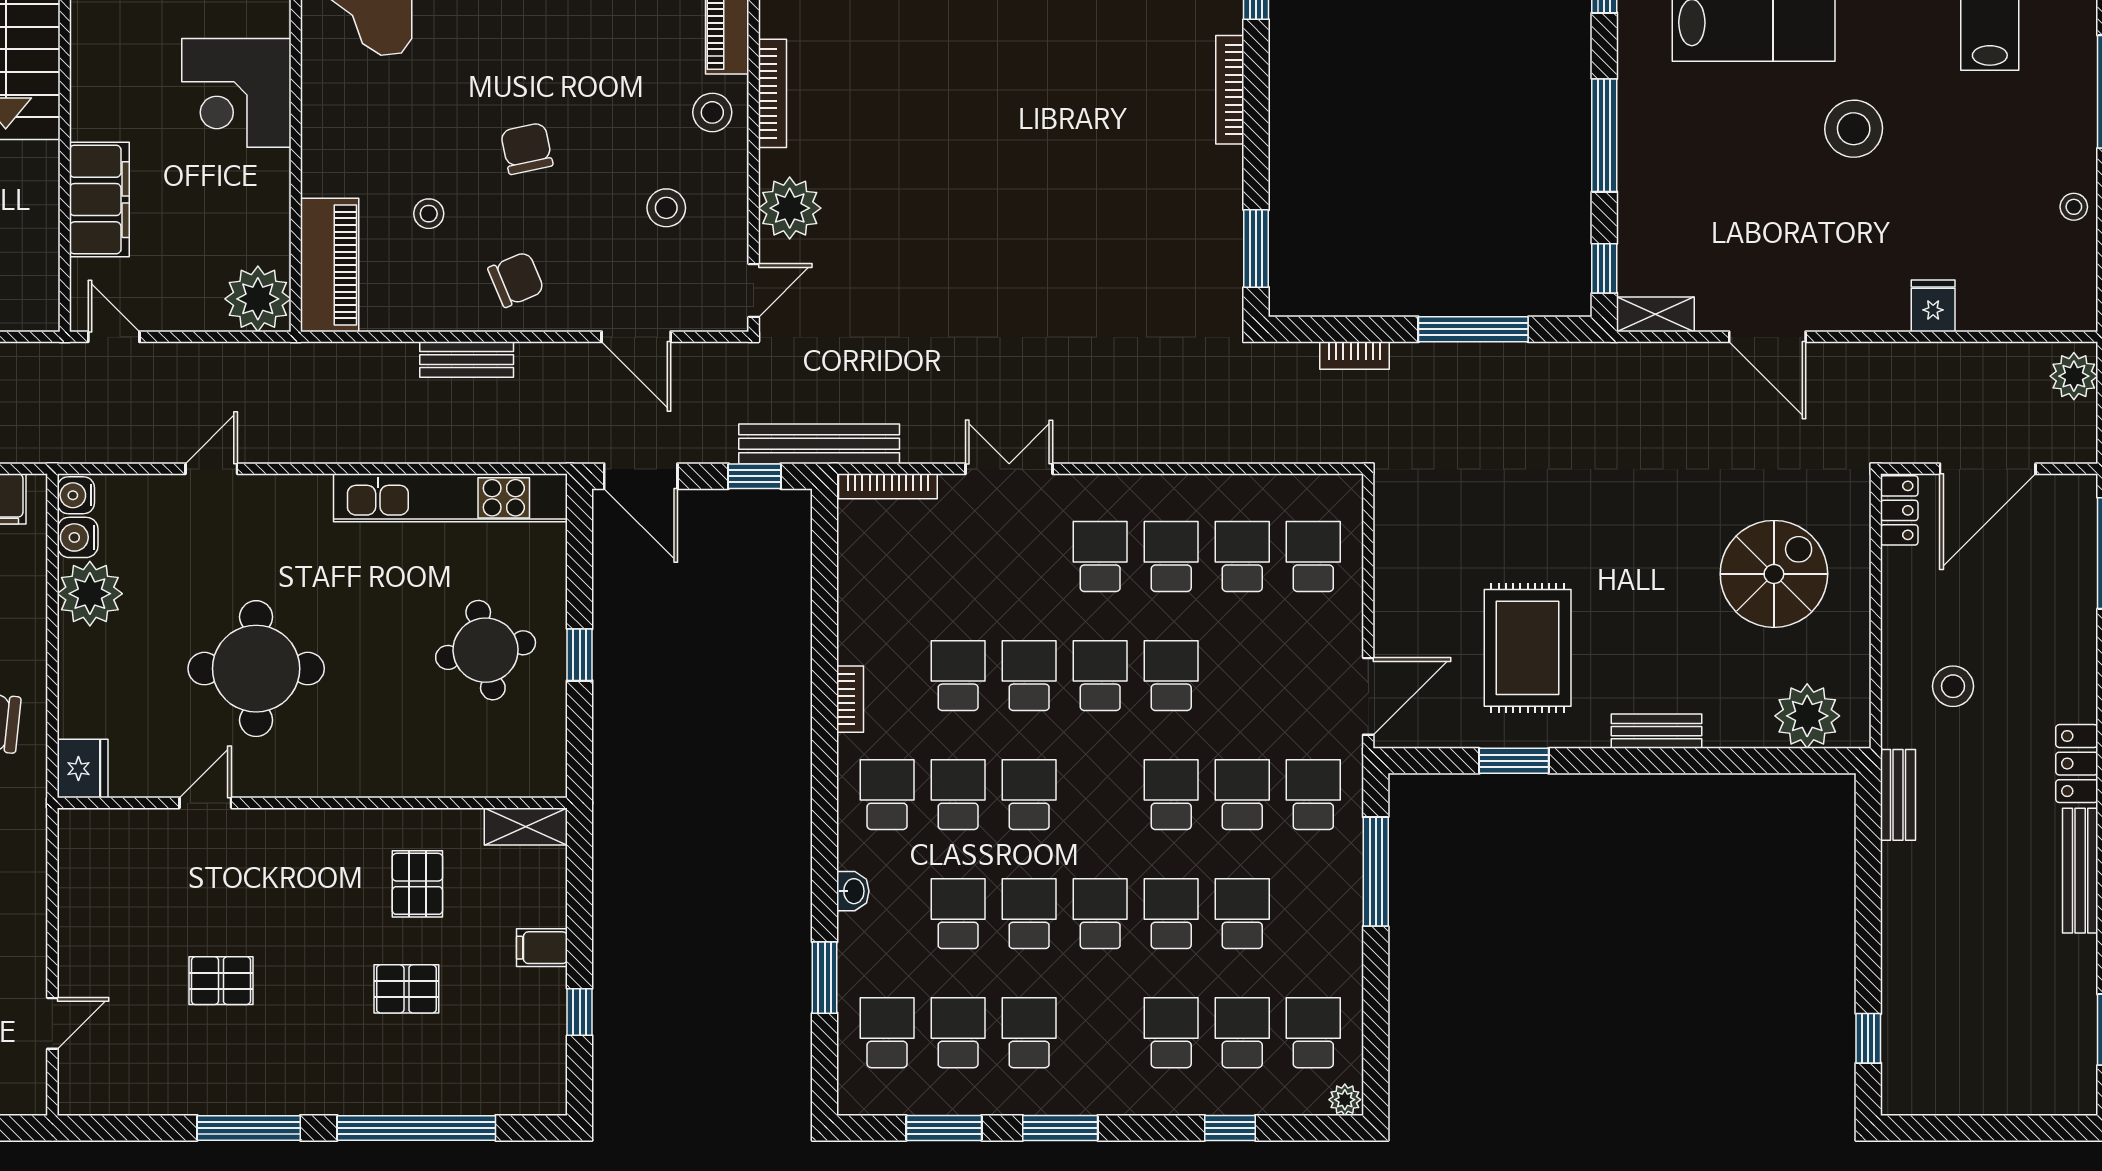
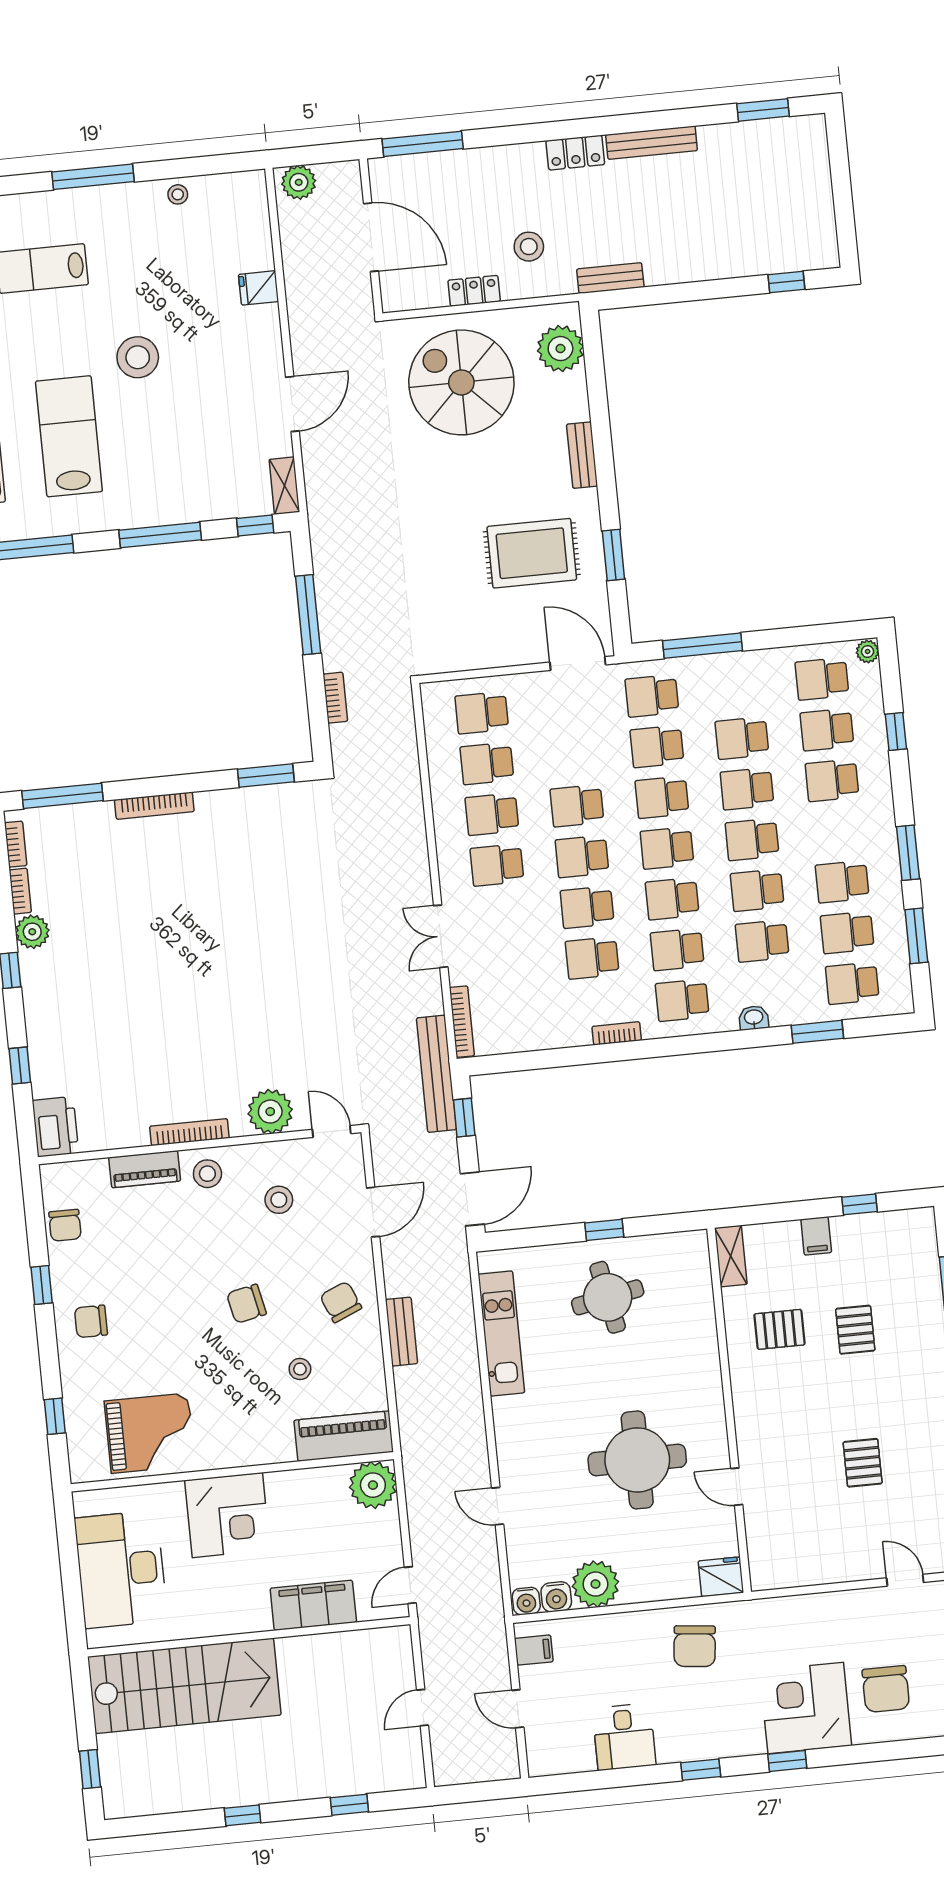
kitchen unit: (450, 498) -> (501, 1333), width x0.73
locker: (1899, 510) -> (474, 291), moved
spiral stairs: (1774, 574) -> (461, 382), width x1.37, depth x1.37
school desk: (1100, 795) -> (667, 848), added

